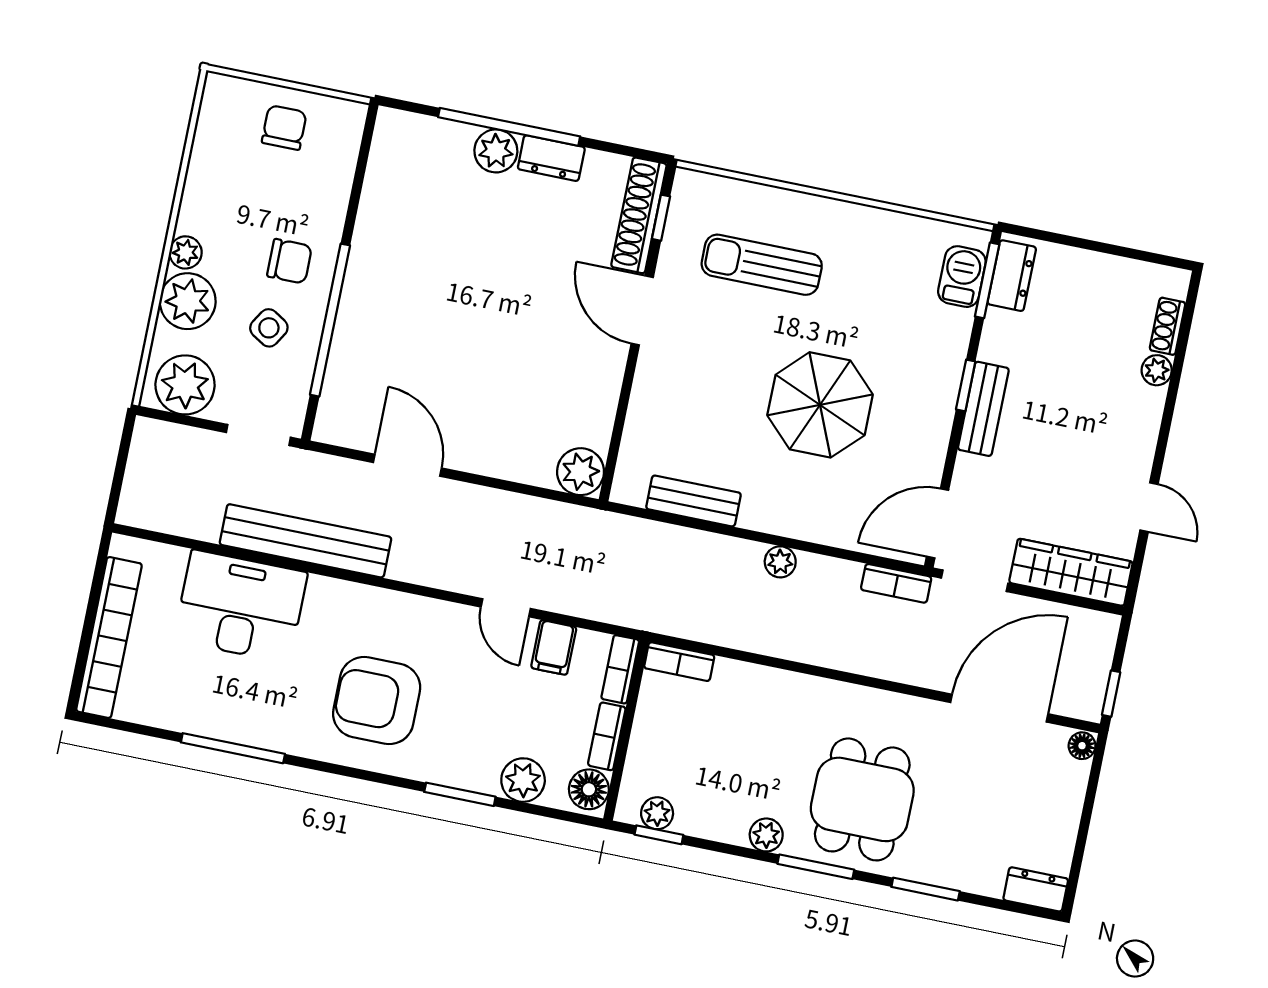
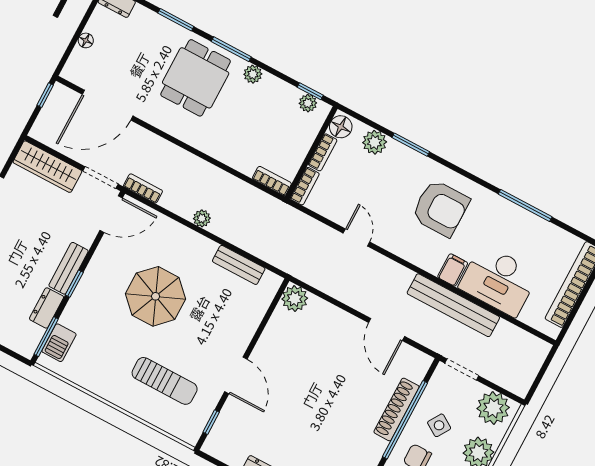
shoe rack: (639, 215) -> (397, 409), moved, turned 180
dresser: (1012, 276) -> (47, 308), moved
filing cabinet: (554, 647) -> (453, 270), moved
floor lamp: (1082, 746) -> (86, 40), moved

